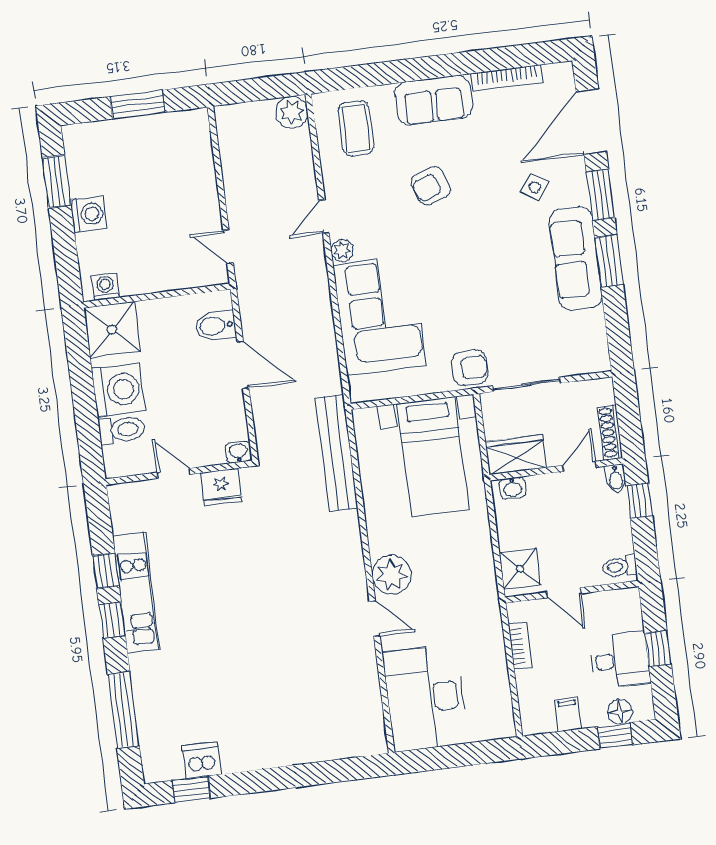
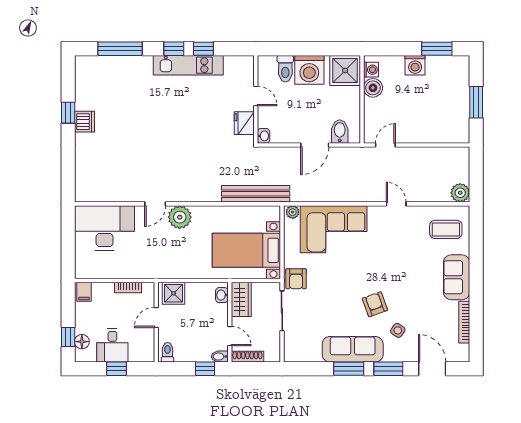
door: (591, 122) -> (432, 369), width x0.73
armchair: (431, 186) -> (375, 304), moved
plant: (342, 250) -> (293, 212), moved
boiler: (135, 280) -> (373, 88), added
door: (174, 473) -> (256, 96), hinge flipped
filing cabinet: (568, 714) -> (84, 292), moved, turned 90
dishwasher: (202, 760) -> (84, 122), moved
window: (191, 789) -> (68, 113), moved

